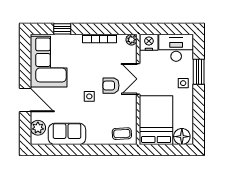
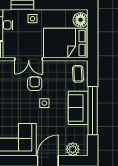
armchair: (111, 86) -> (35, 84), turned 180
sofa: (67, 134) -> (78, 108), moved
window: (81, 150) -> (93, 111), added

